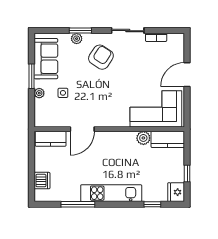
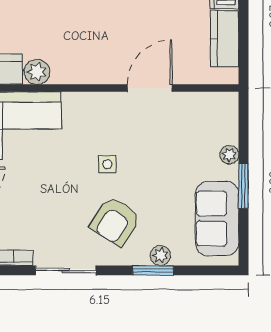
side table: (63, 93) -> (107, 164), moved
kitchen counter: (51, 139) -> (225, 39), moved, turned -90

